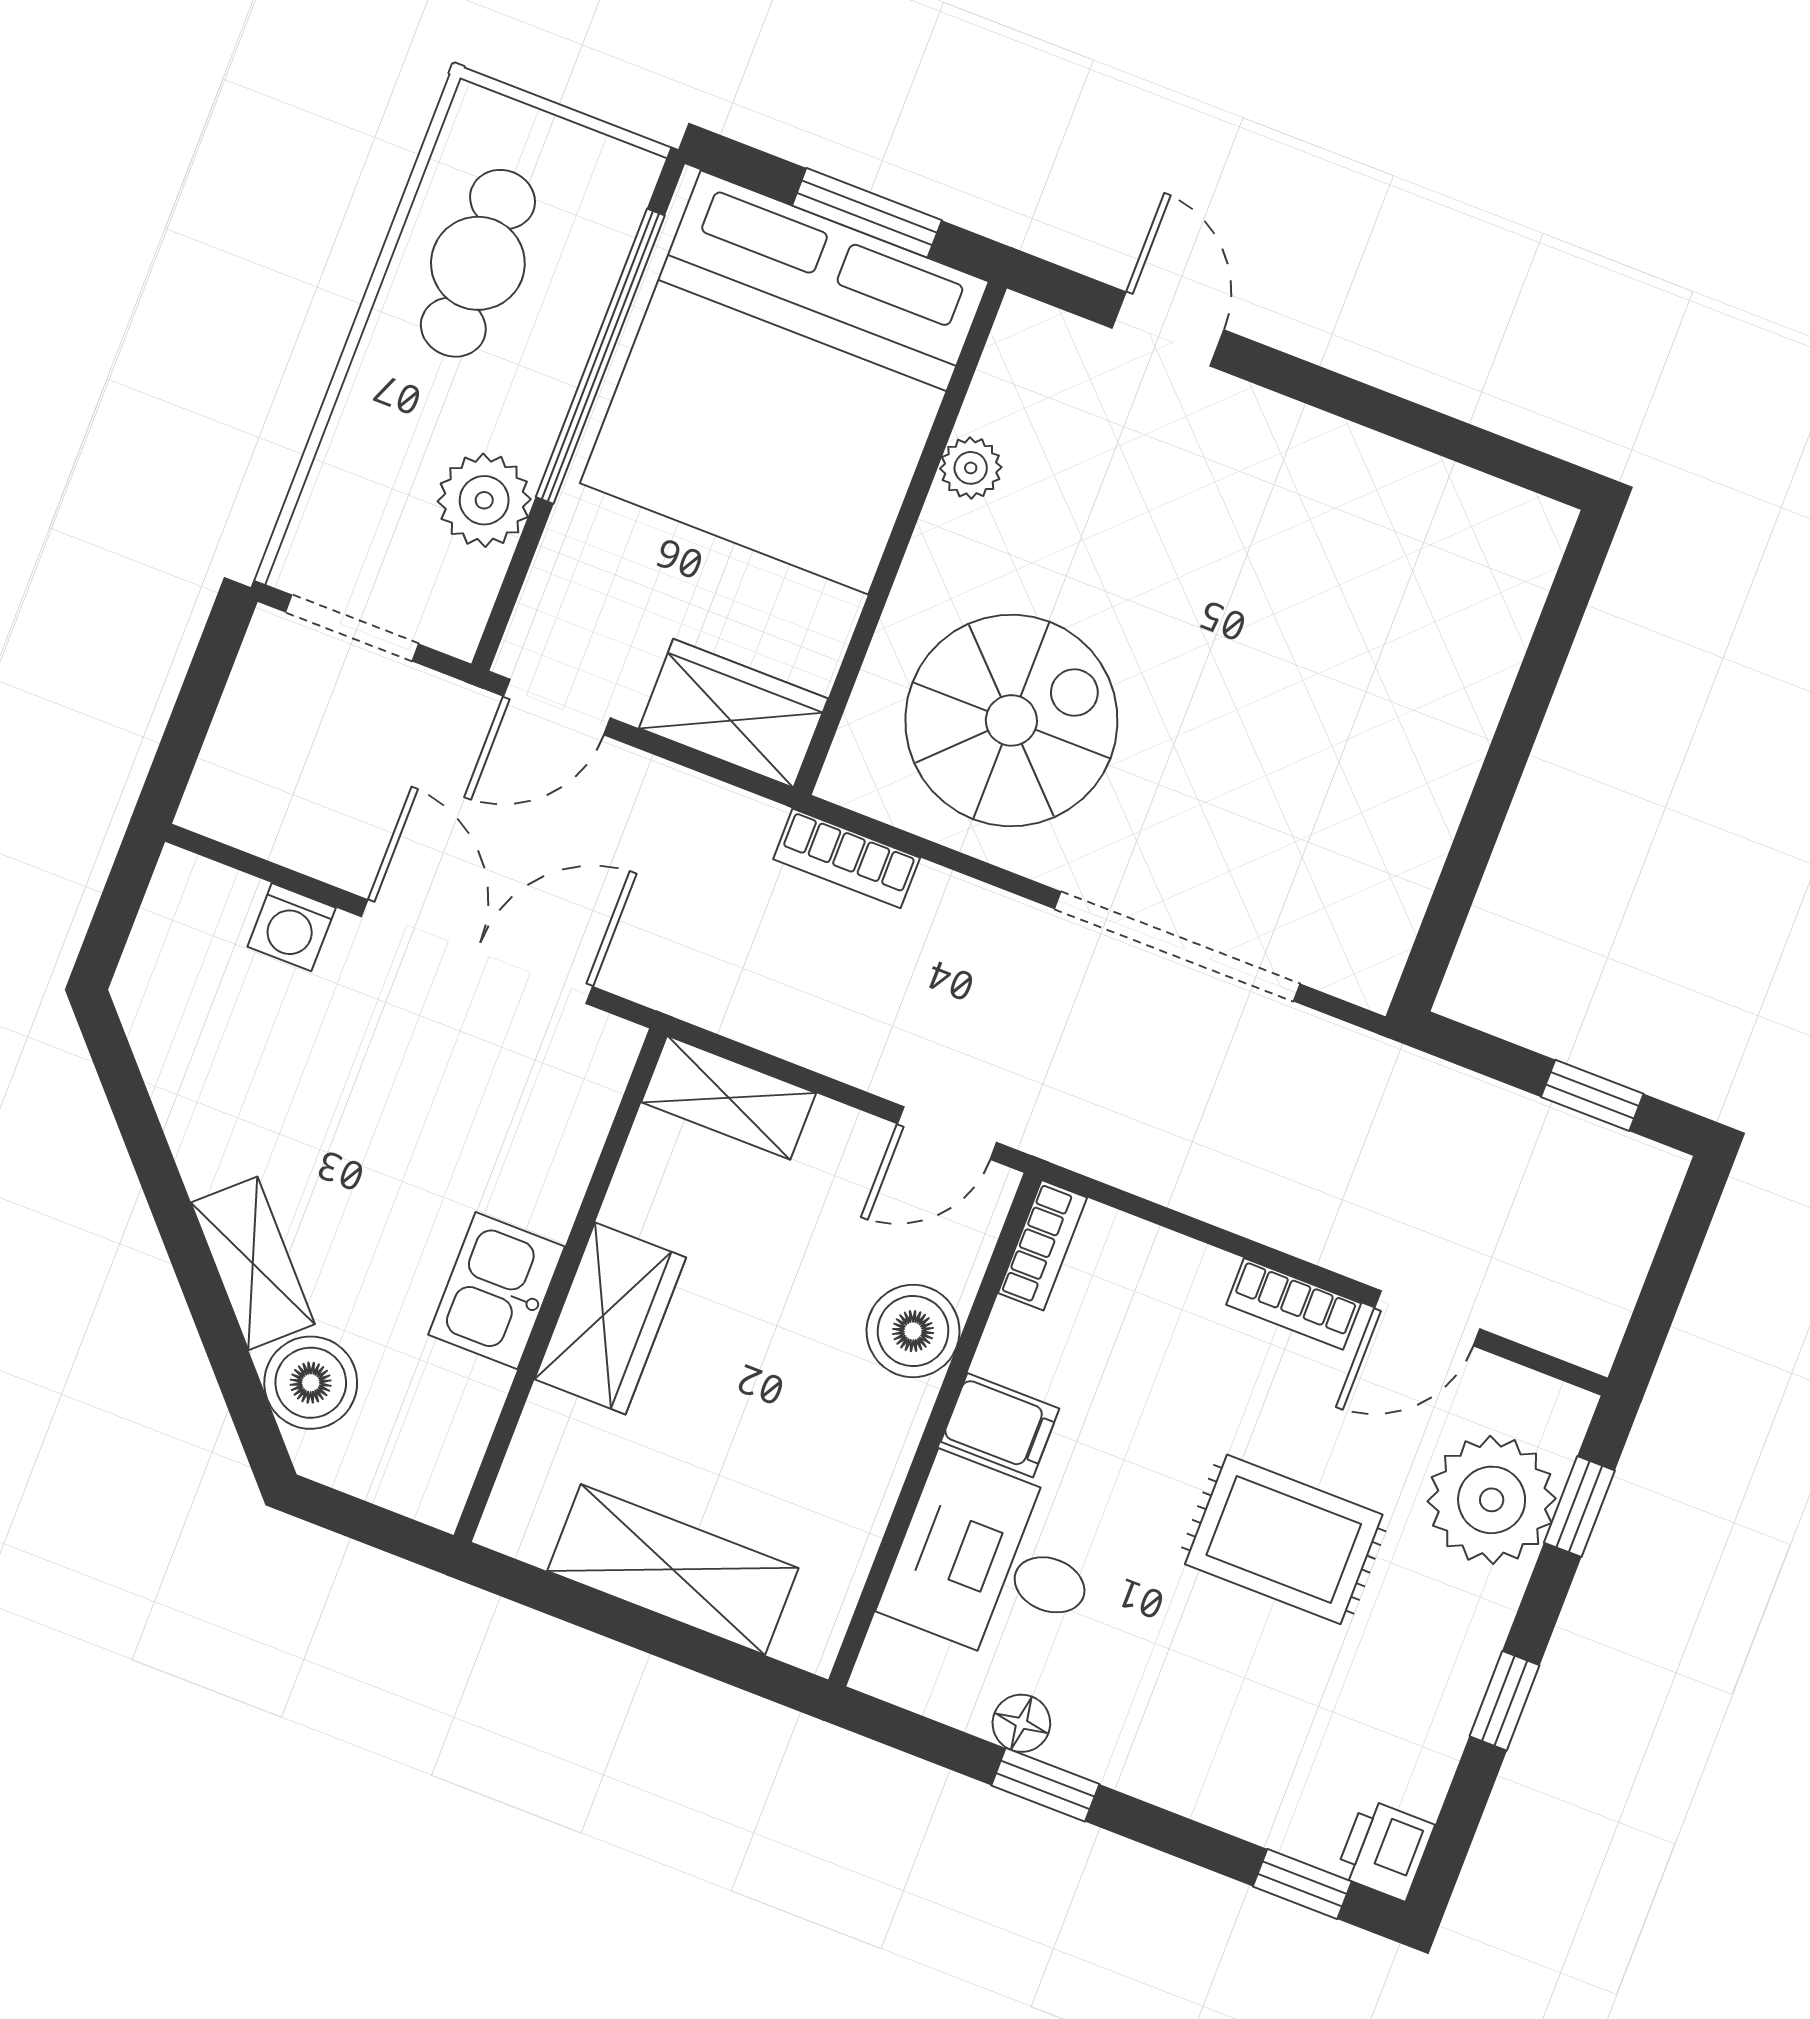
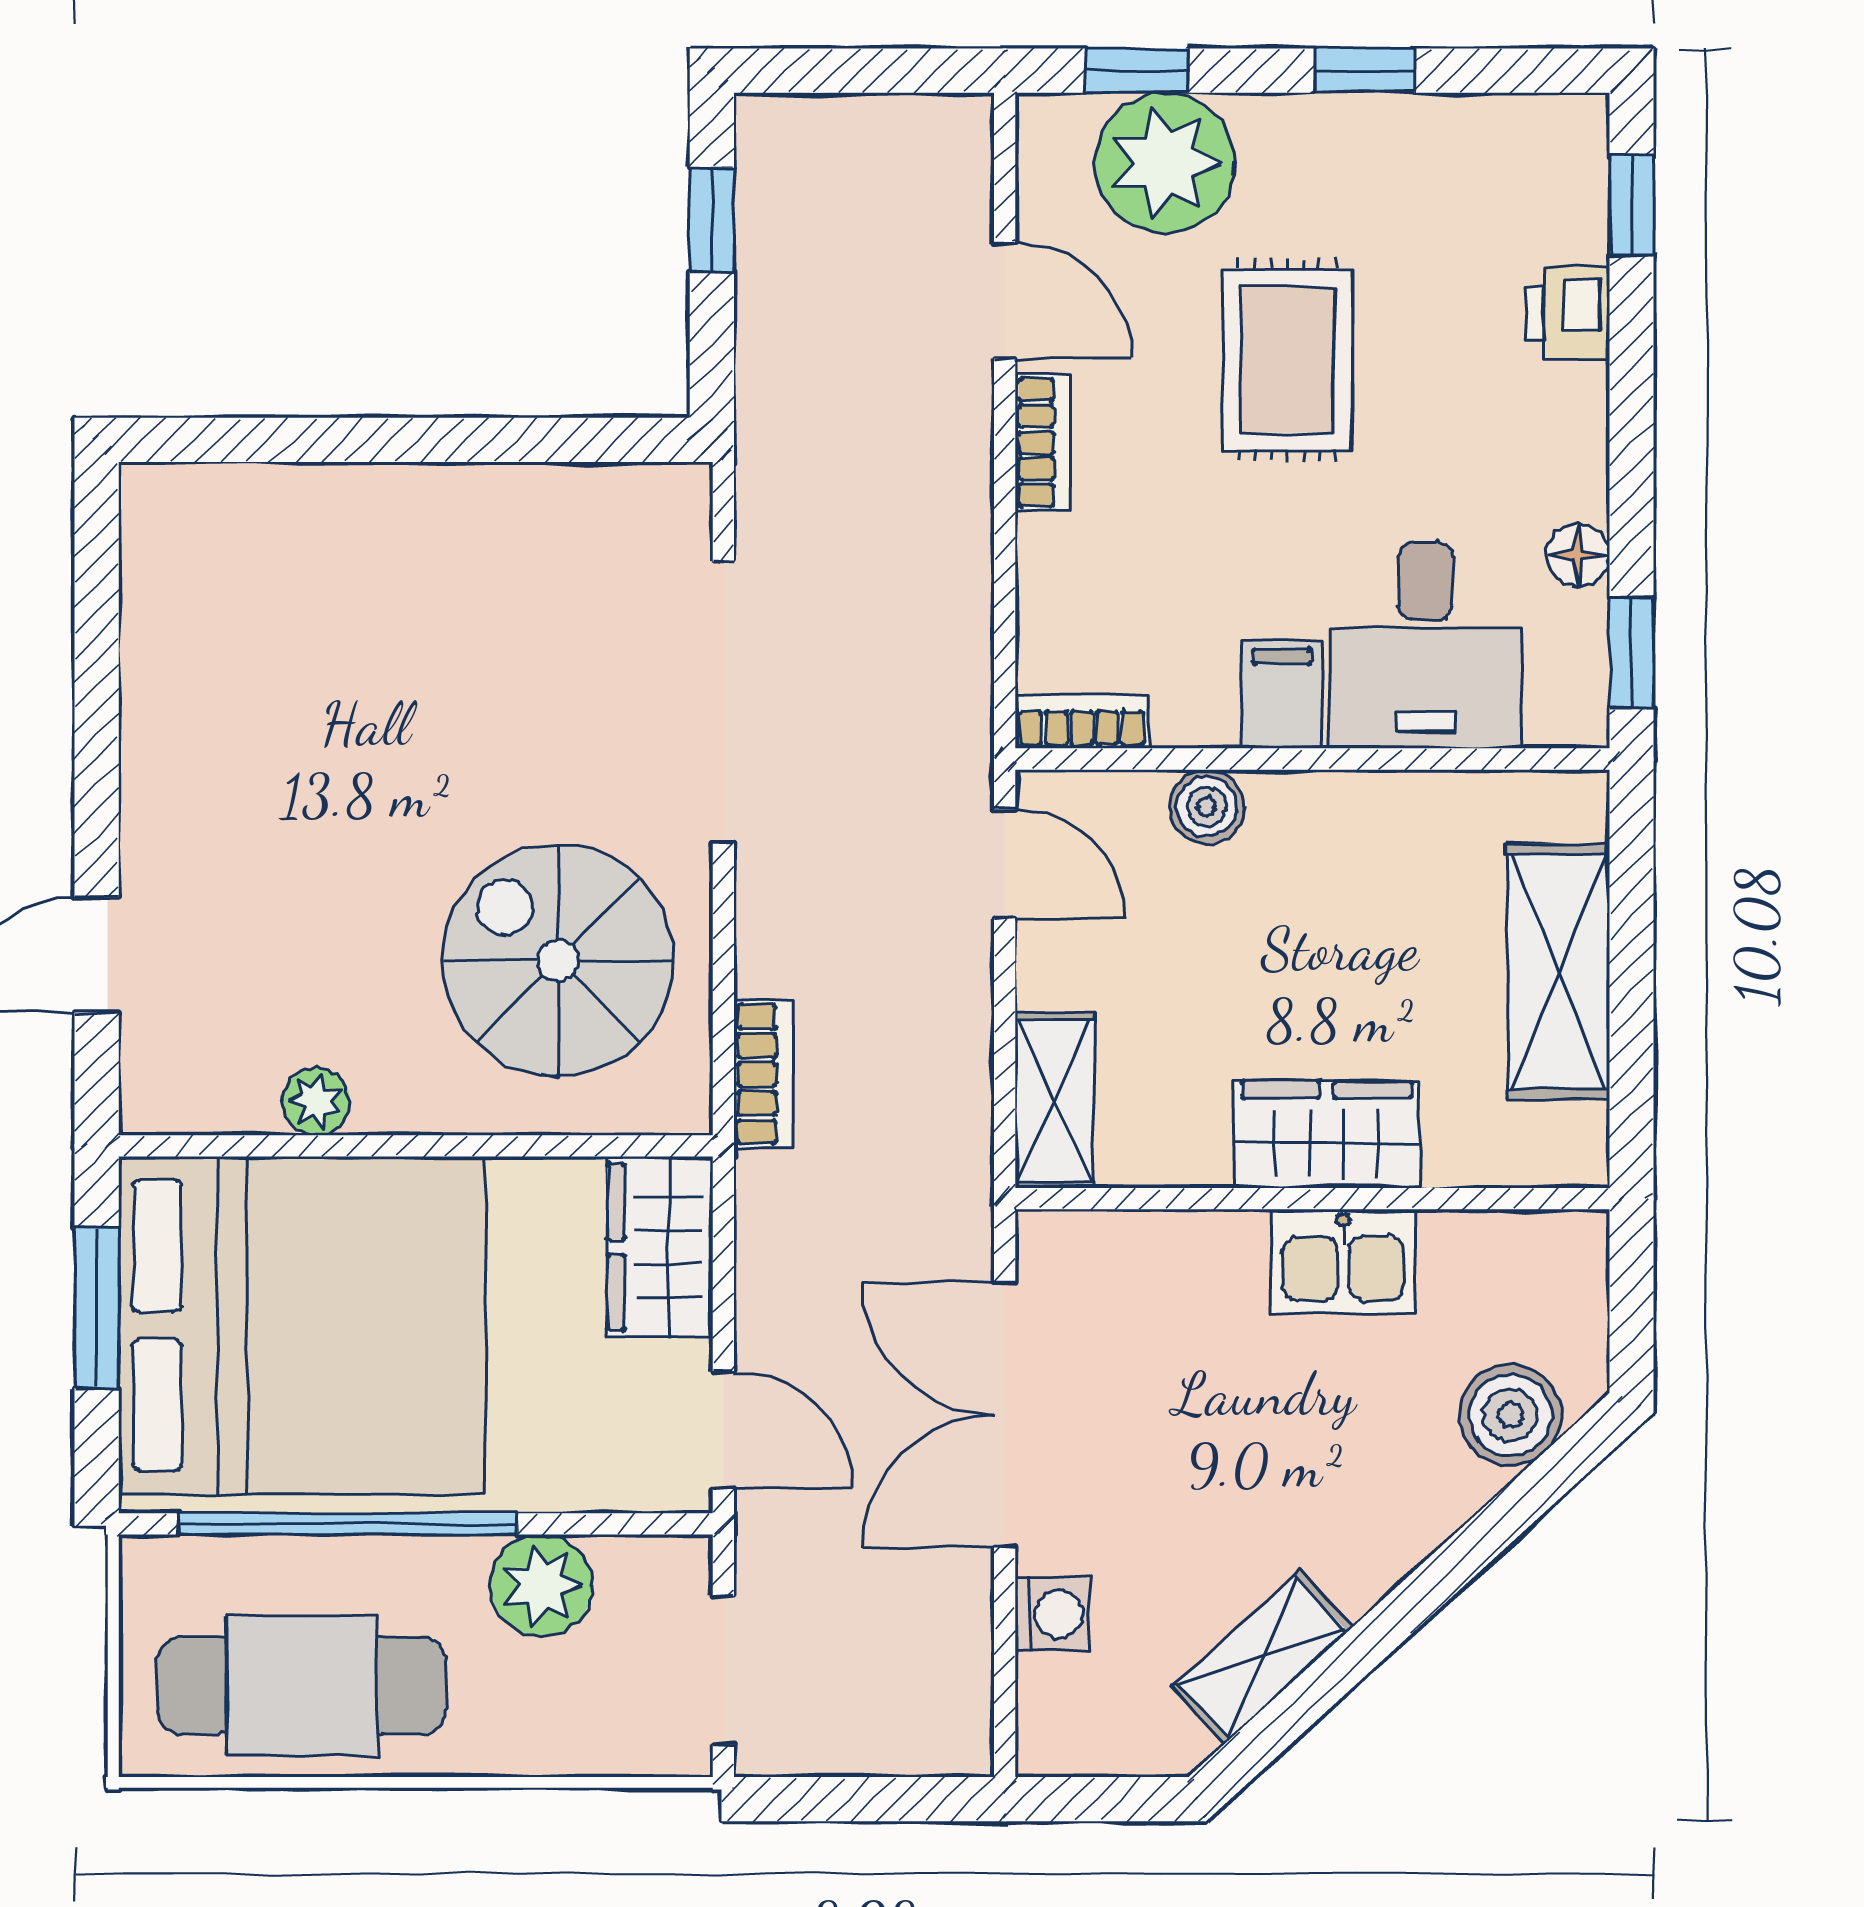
cafe table: (478, 263) -> (301, 1685), width x1.37, depth x1.35
shelving: (253, 1263) -> (1262, 1657), moved
boiler: (913, 1331) -> (1207, 807), width x0.73, depth x0.73
window: (1045, 1785) -> (1631, 652), moved
printer: (1385, 1850) -> (1568, 313), moved, turned 90

